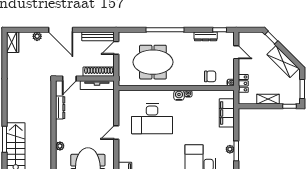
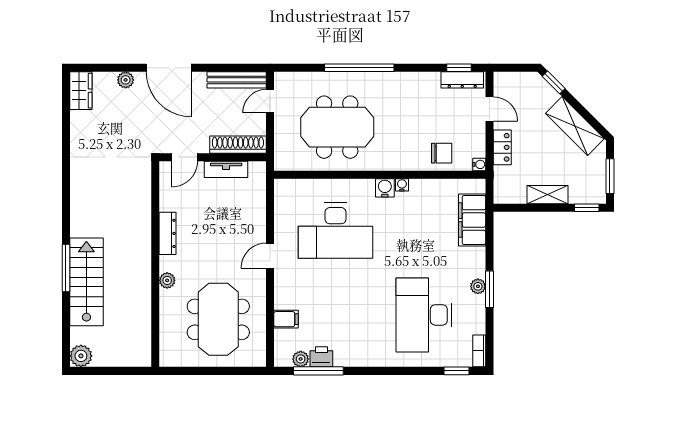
dresser: (206, 36) -> (462, 80), moved
locker: (243, 83) -> (502, 147), moved
tv unit: (97, 85) -> (226, 169), width x0.71
dresser: (60, 108) -> (168, 233), moved

